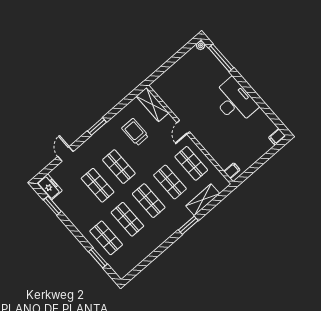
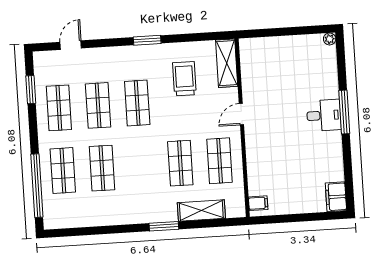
window: (221, 58) -> (344, 112), moved
desk: (235, 101) -> (324, 115), width x0.53, depth x0.77
filing cabinet: (277, 137) -> (336, 197), width x2.00
door: (65, 154) -> (71, 45), moved
freezer: (49, 187) -> (44, 67), removed
shop shelf: (149, 201) -> (59, 108), moved
window: (98, 258) -> (37, 186), width x2.11

